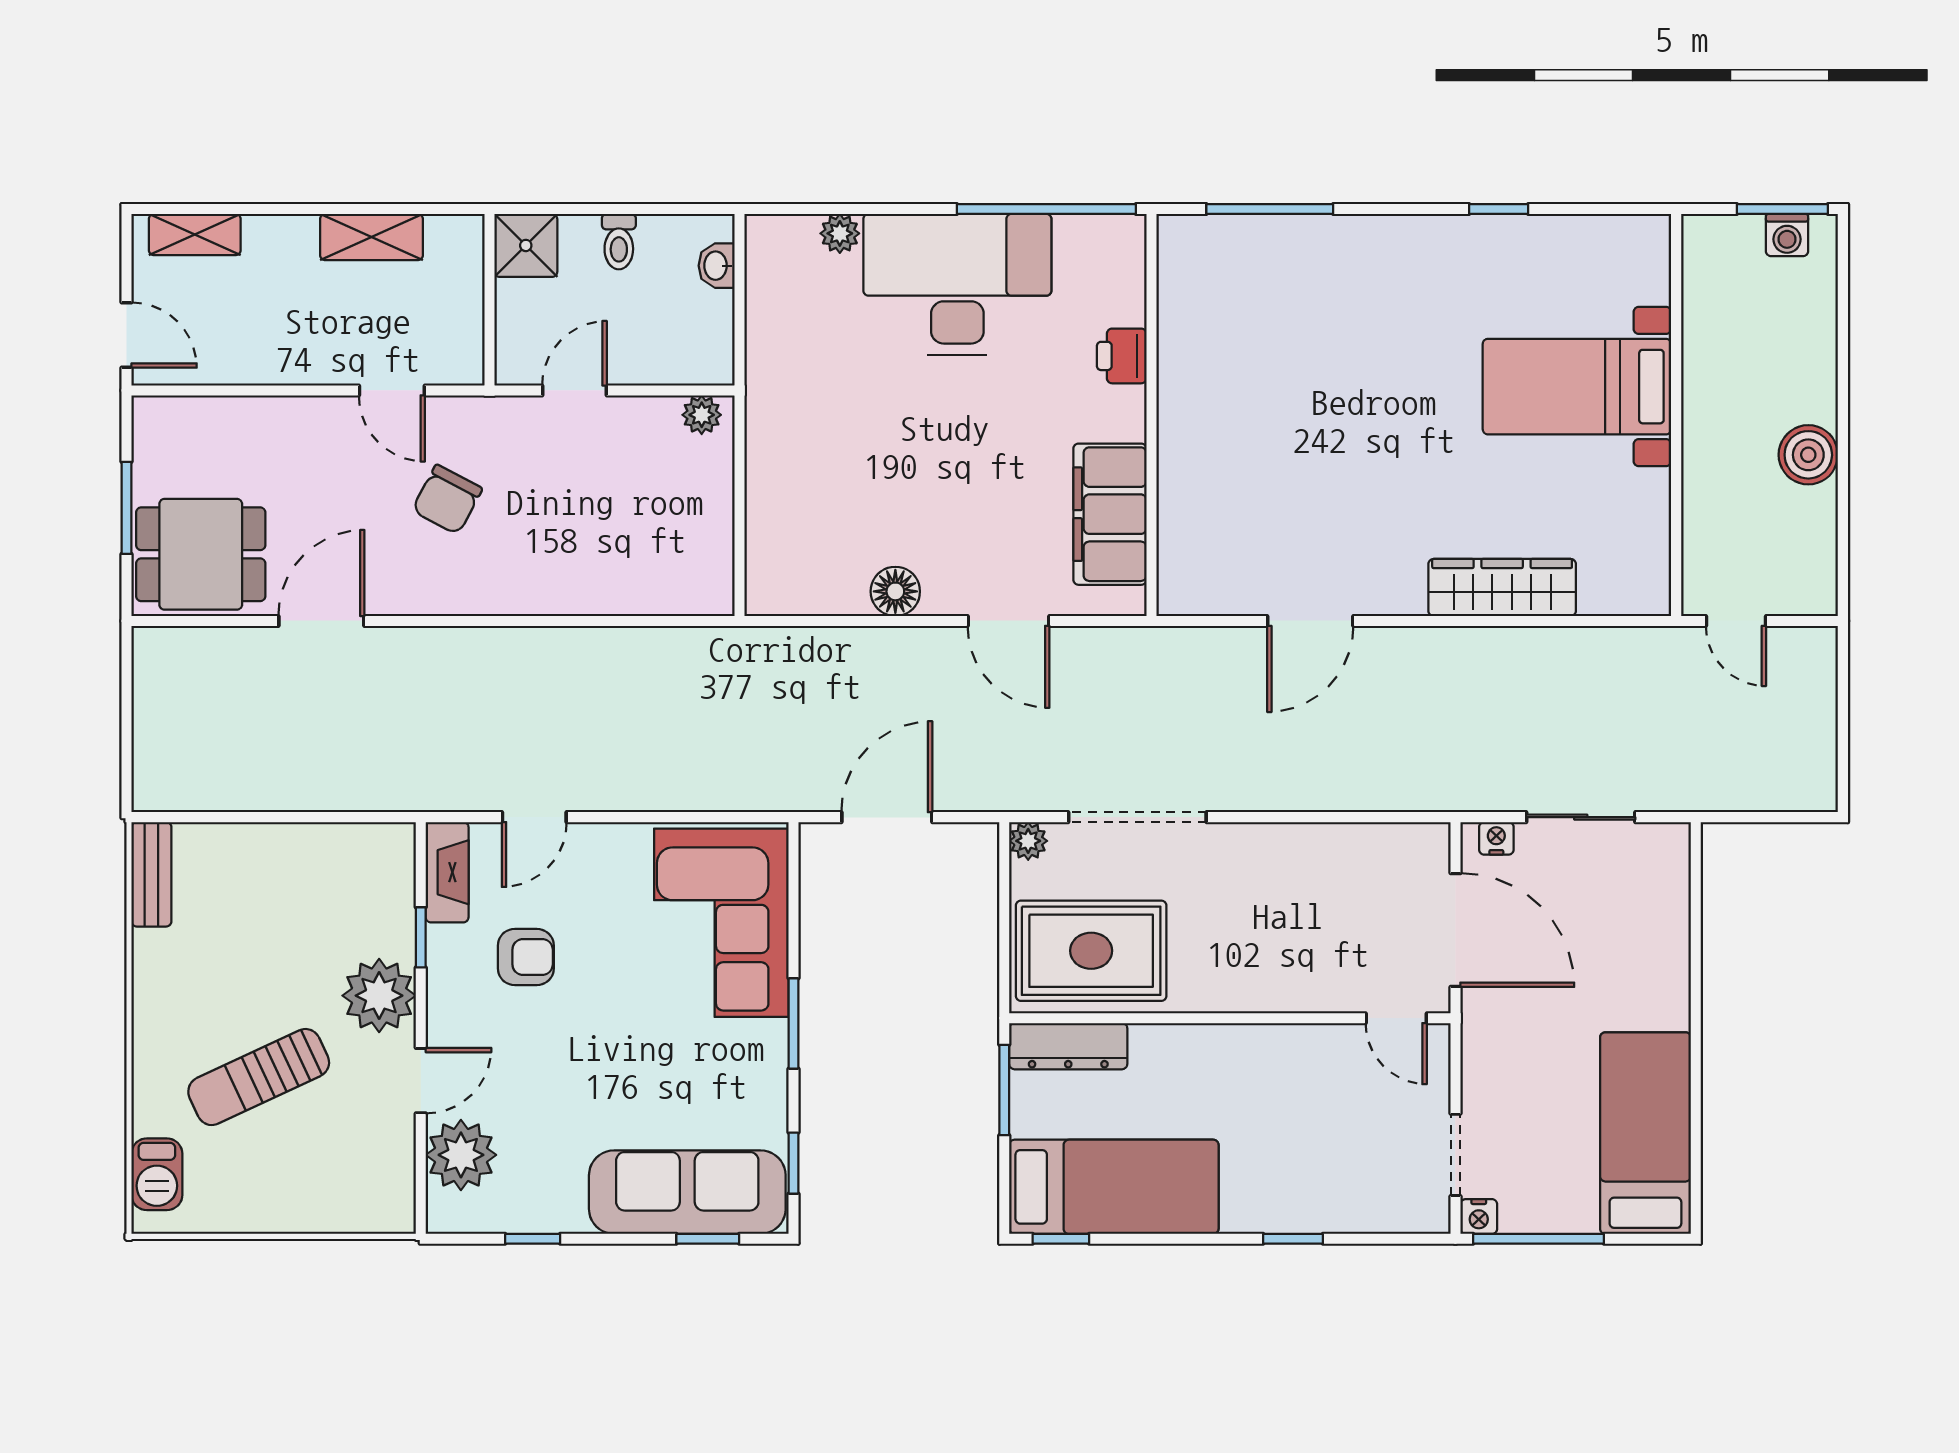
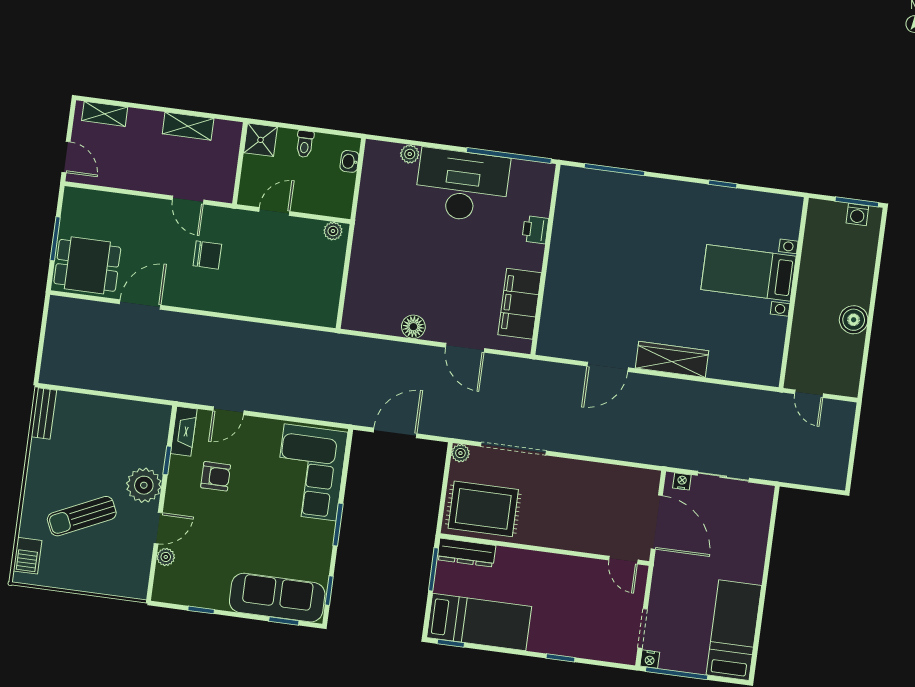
chair: (447, 500) -> (207, 255), turned -118
wardrobe: (1502, 588) -> (672, 359), moved
plant: (461, 1155) -> (166, 557), width x0.53, depth x0.53

